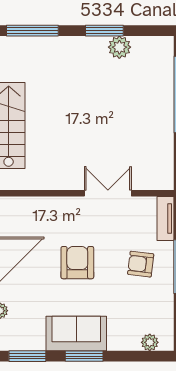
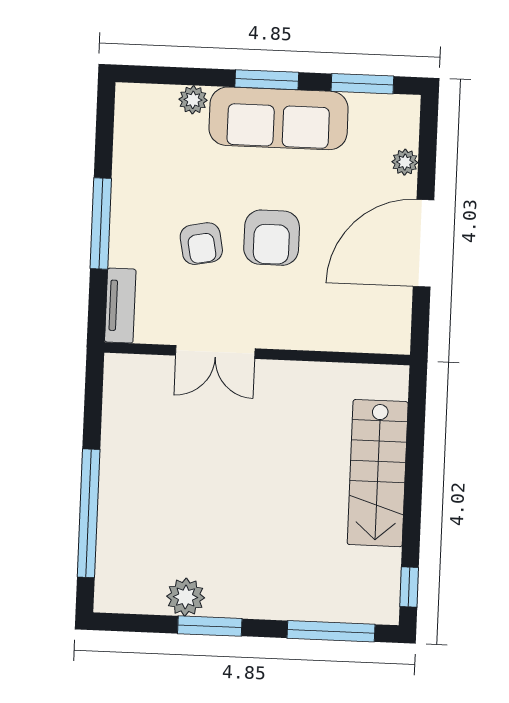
armchair: (141, 264) -> (201, 244), moved, turned 72
sofa: (76, 334) -> (279, 118), width x1.36
plant: (150, 342) -> (193, 100), moved

